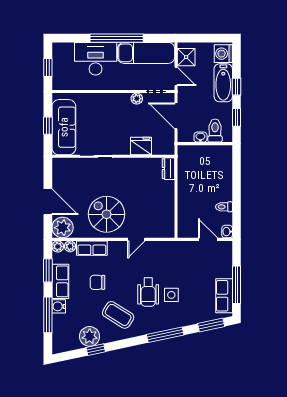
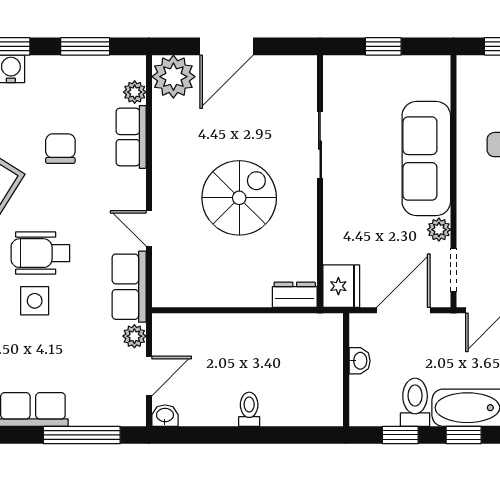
sofa: (64, 127) -> (426, 159), moved, turned 90
toilet: (215, 131) -> (415, 402), moved, turned -90
fridge: (141, 146) -> (341, 286), moved
toilet: (224, 207) -> (249, 409), moved
spiral stairs: (107, 214) -> (239, 198), moved
plant: (58, 246) -> (134, 336), moved
row of seats: (60, 281) -> (129, 287), moved, turned 90
window: (237, 285) -> (82, 435), moved

